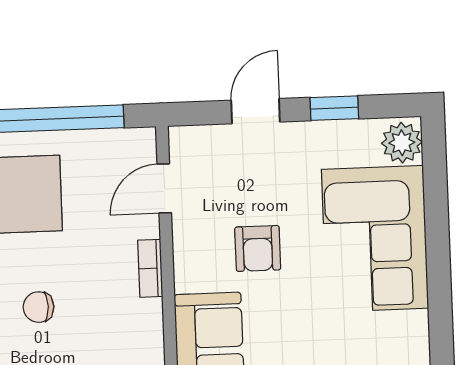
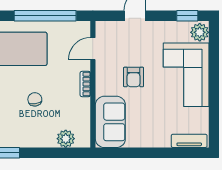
window: (334, 108) -> (187, 16), moved
chair: (38, 307) -> (35, 99), turned 81

